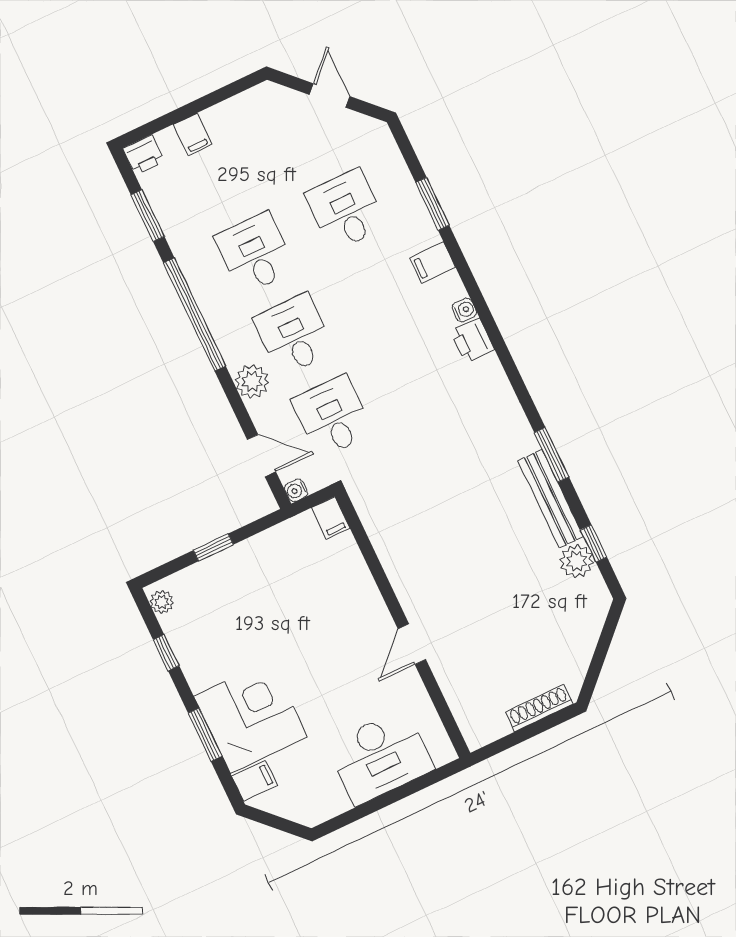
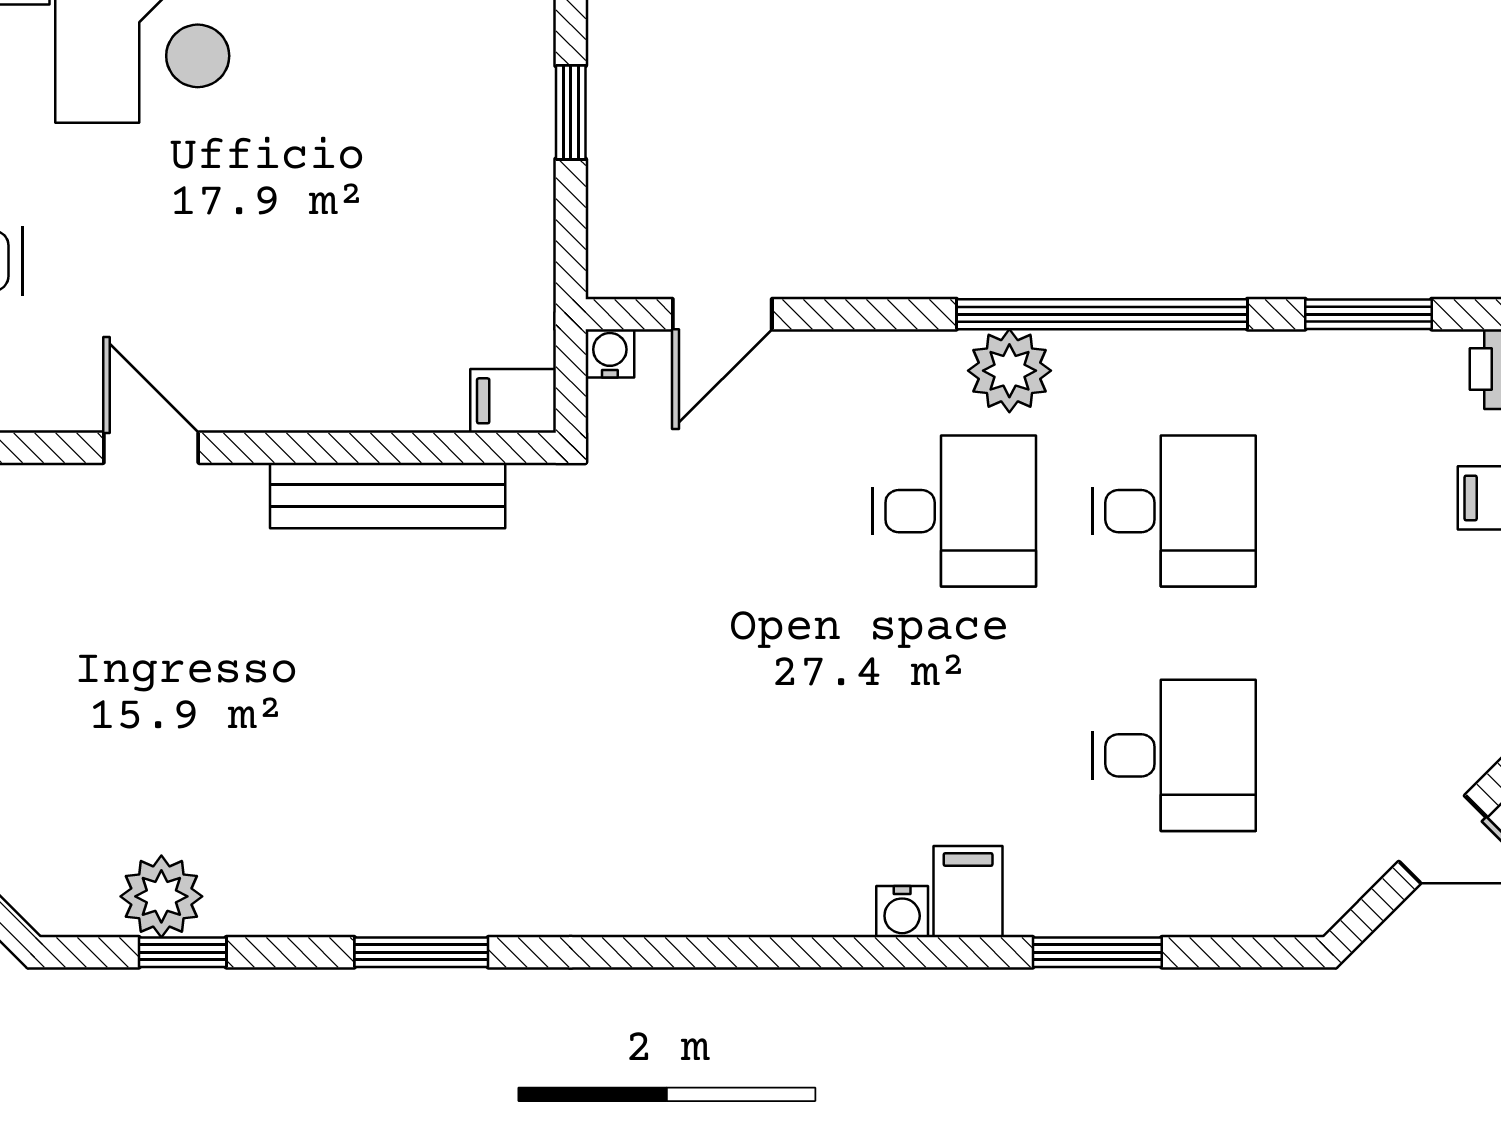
water cooler: (464, 310) -> (902, 912), moved
printer: (472, 340) -> (756, 898), removed
plant: (252, 381) -> (1009, 371), moved
desk: (333, 416) -> (734, 511), removed
bench: (551, 499) -> (388, 495), moved

